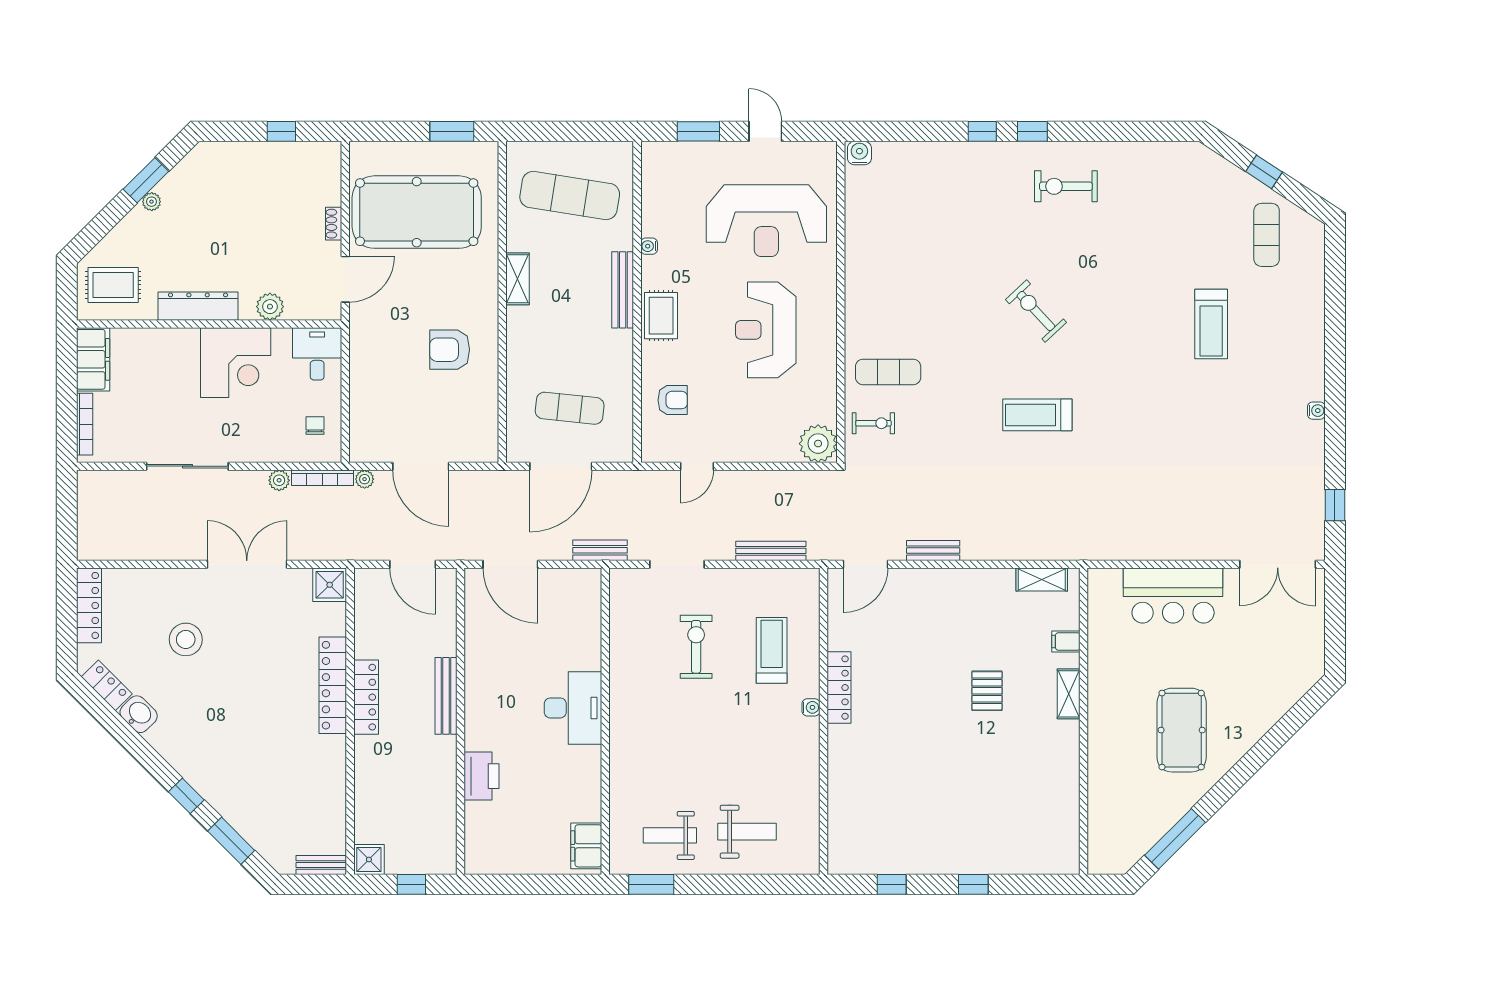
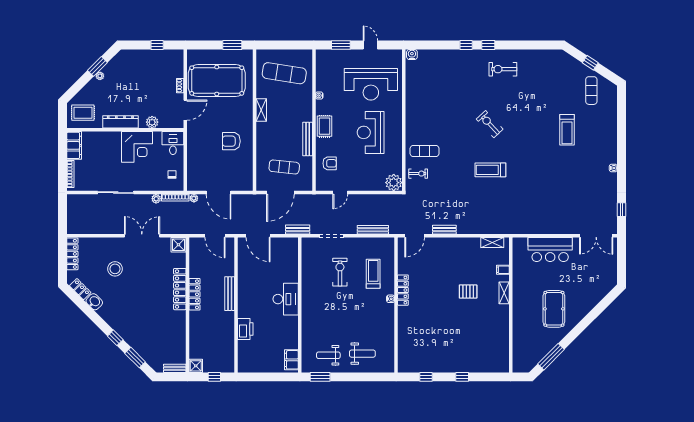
bench: (623, 290) -> (308, 139), moved
pallet: (987, 691) -> (468, 291), turned 90

